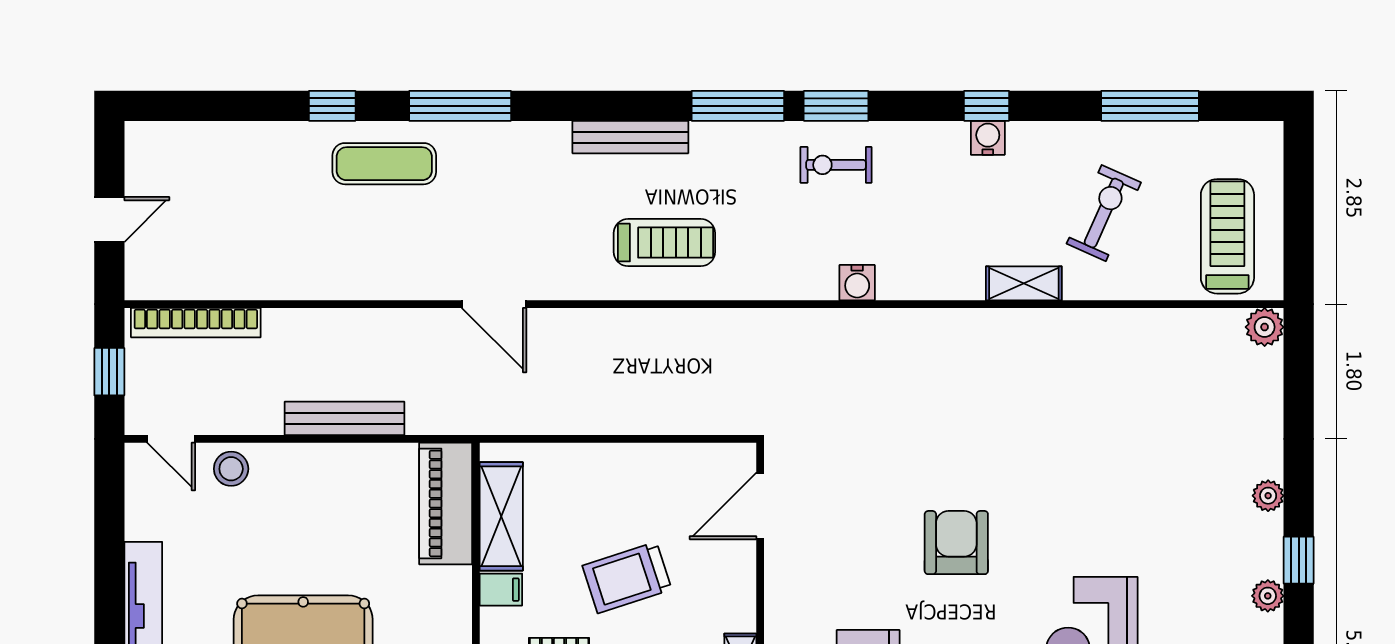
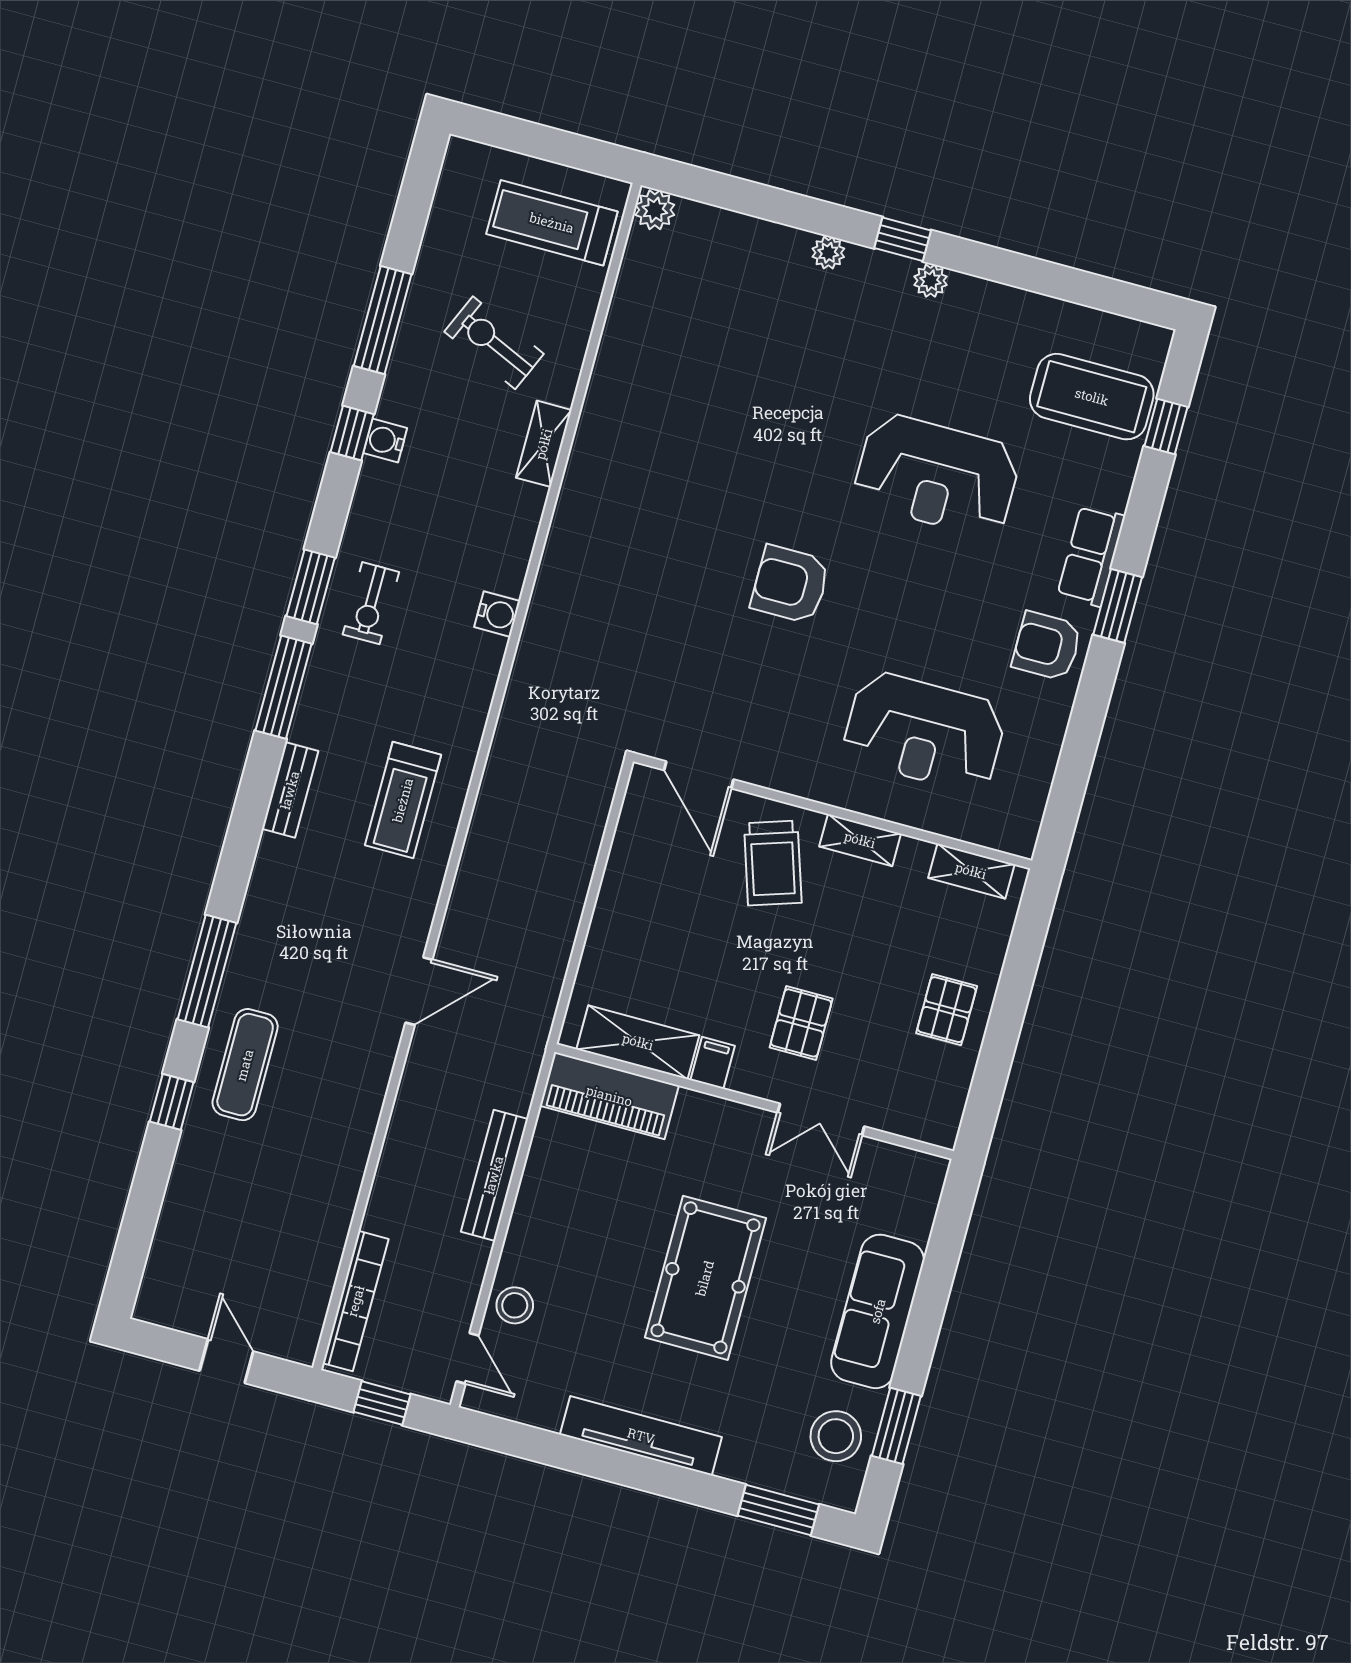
window: (1150, 106) -> (383, 320), moved
bench: (630, 137) -> (290, 790), width x0.73
treadmill: (664, 243) -> (403, 800), turned 180
door: (171, 439) -> (467, 1358), hinge flipped
trolley: (627, 577) -> (773, 863), moved

